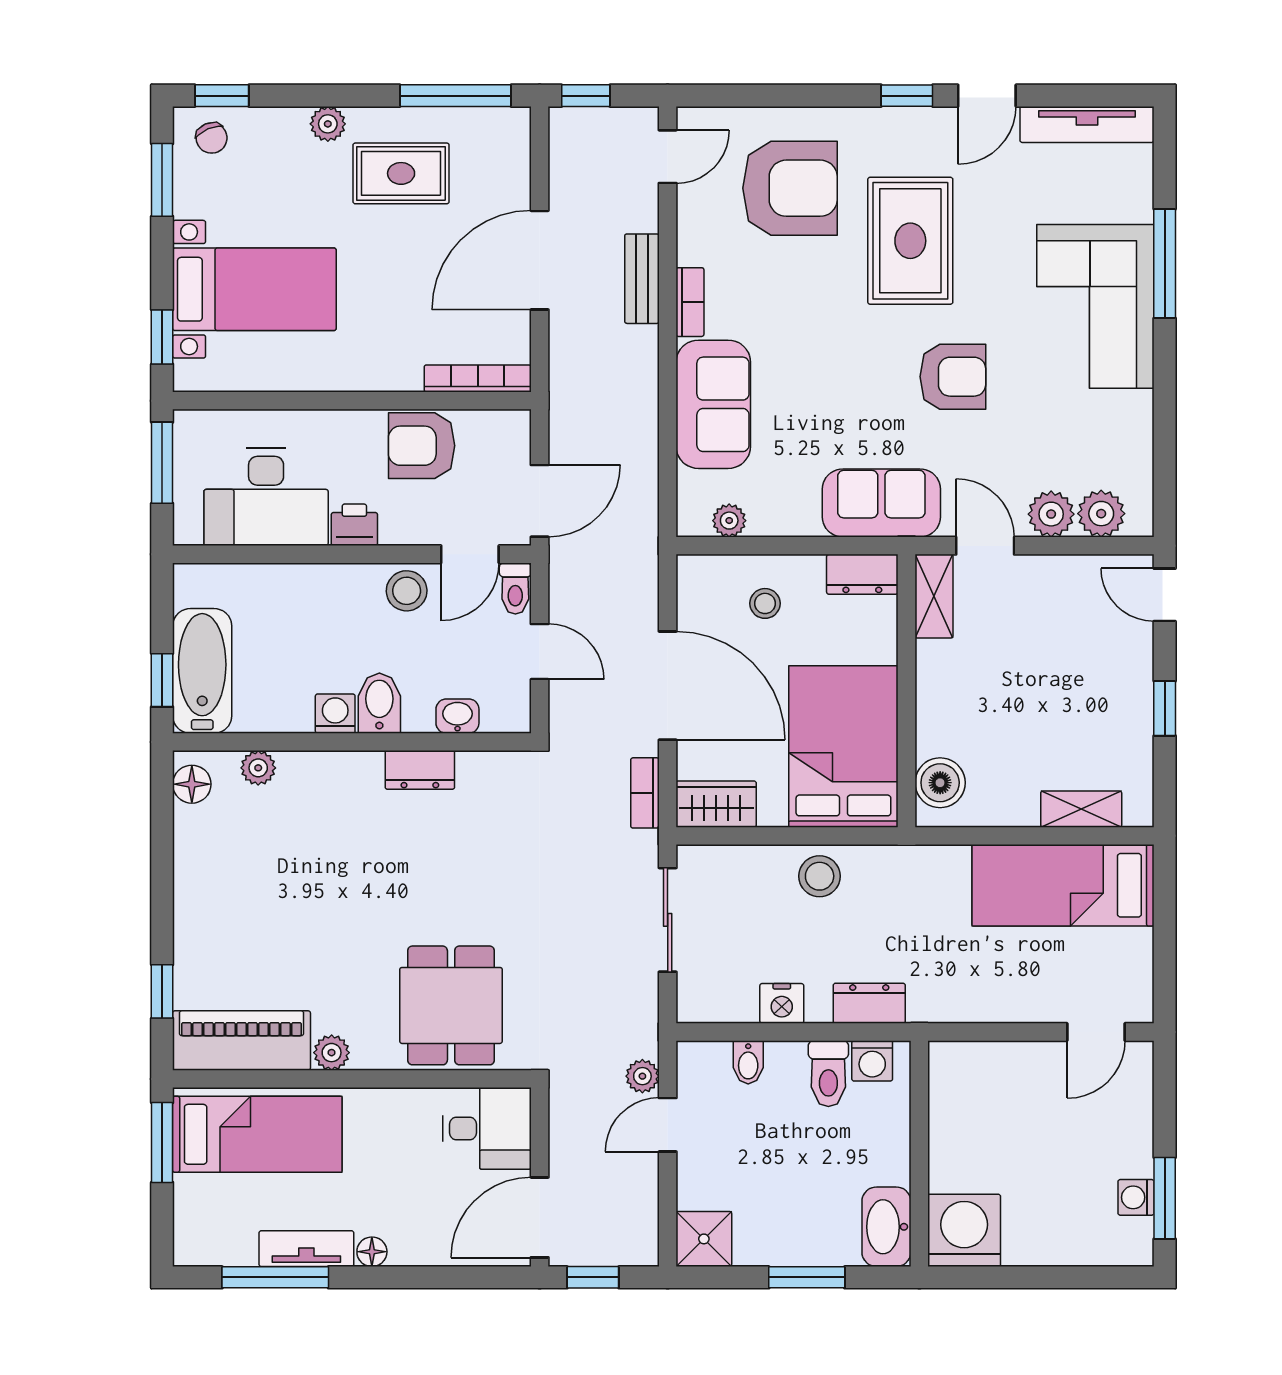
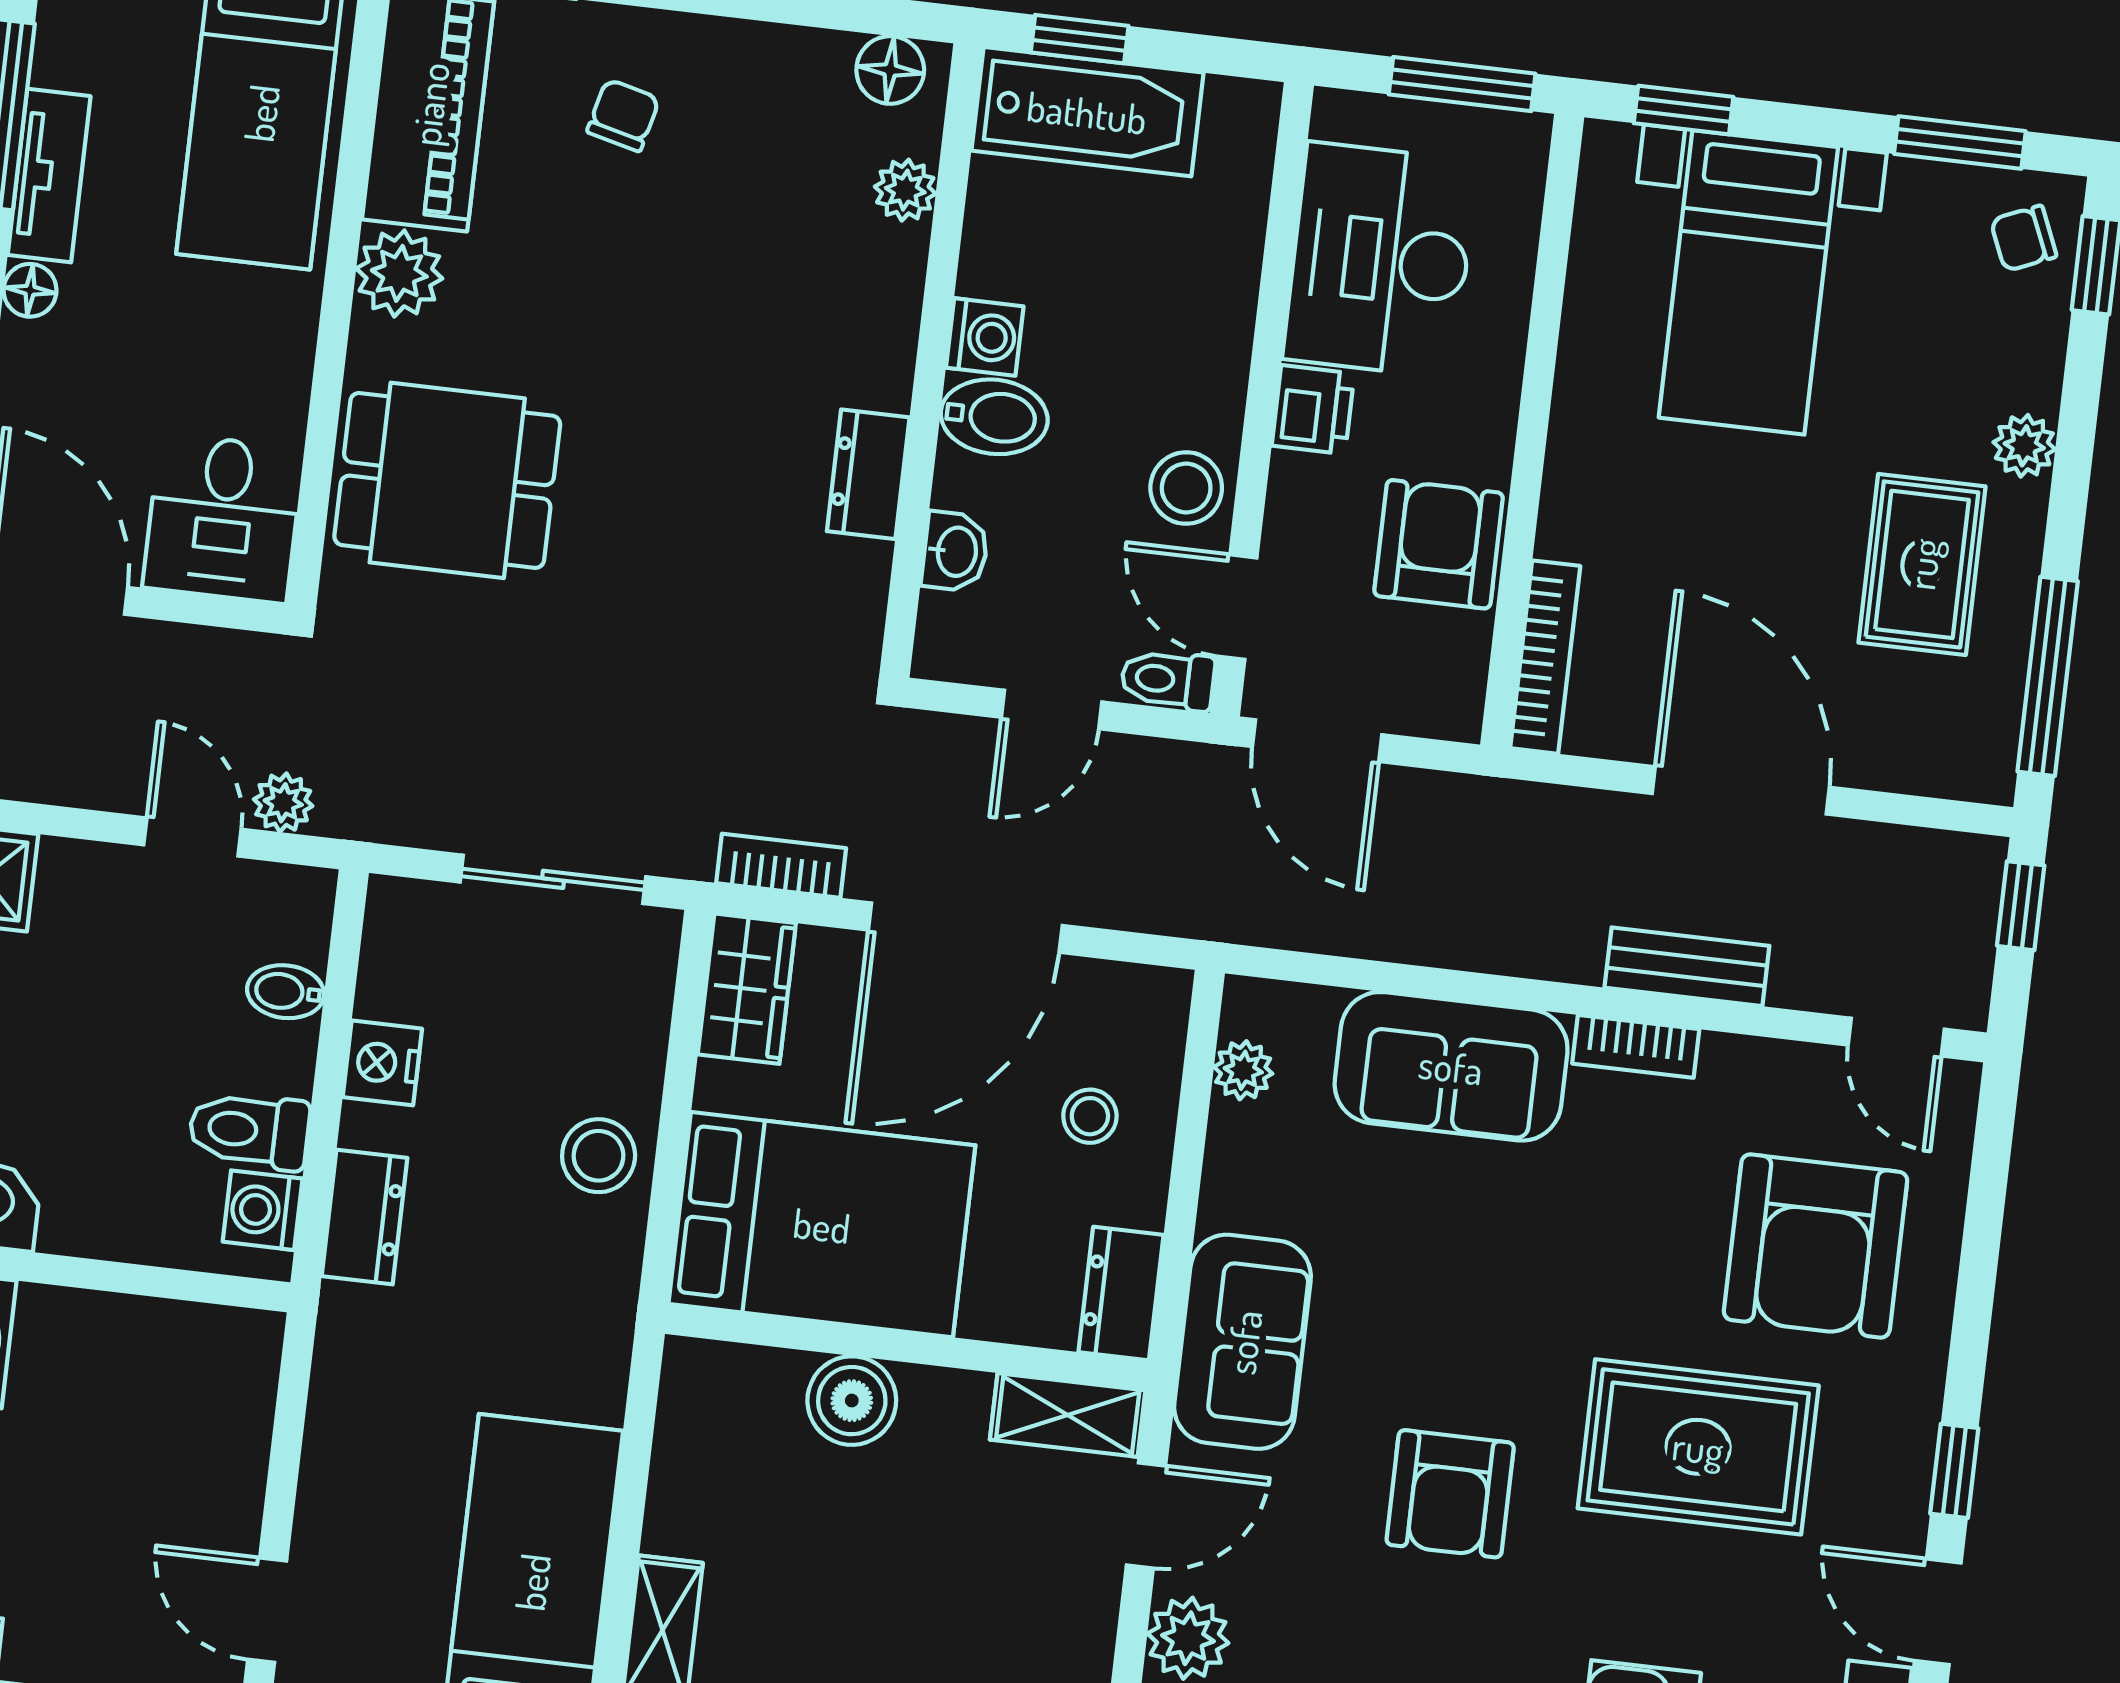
boiler: (940, 783) -> (852, 1401), moved
chair: (235, 931) -> (623, 115), added
plant: (332, 1053) -> (399, 273), width x1.38, depth x1.38

